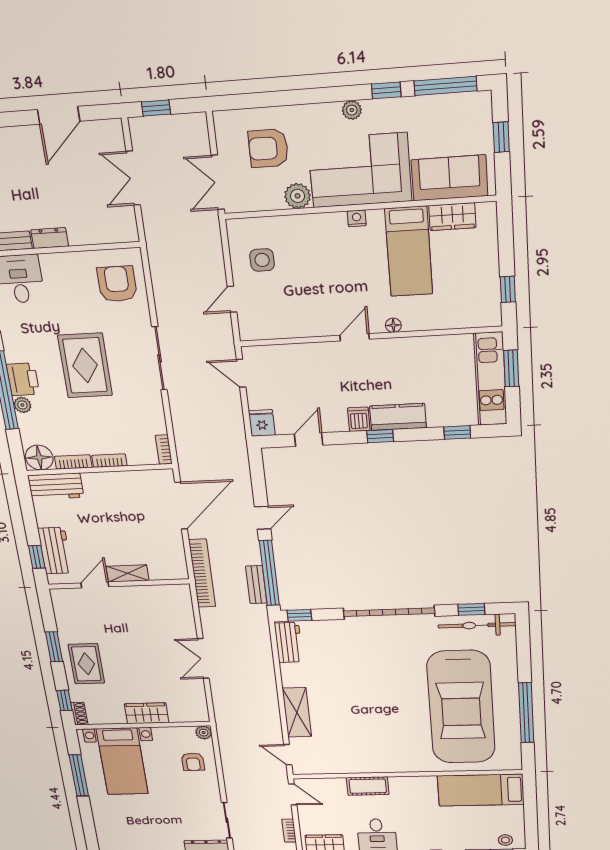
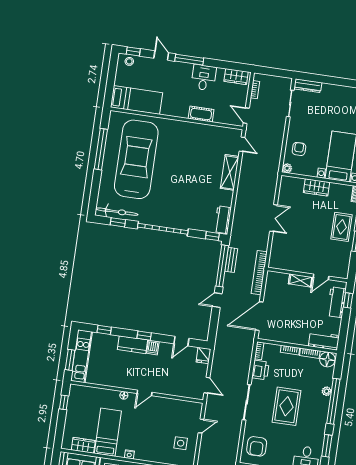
printer: (23, 379) -> (260, 370), moved, turned 180

